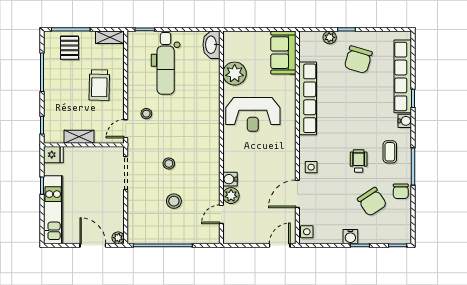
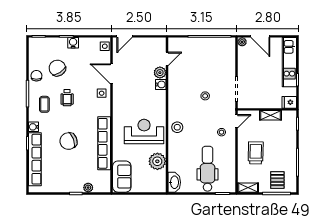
chair: (358, 60) -> (68, 141), moved, turned -126
door: (297, 194) -> (112, 74), swing flipped
stool: (174, 201) -> (177, 127), moved

